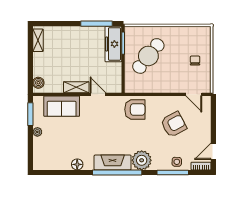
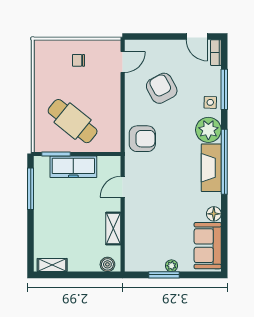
freezer: (113, 44) -> (73, 167), moved
shelving: (76, 87) -> (113, 229), moved
sofa: (62, 106) -> (208, 246), moved, turned 180
armchair: (135, 109) -> (142, 139), turned 90
window: (30, 114) -> (164, 275), moved
side table: (177, 162) -> (210, 102), moved

